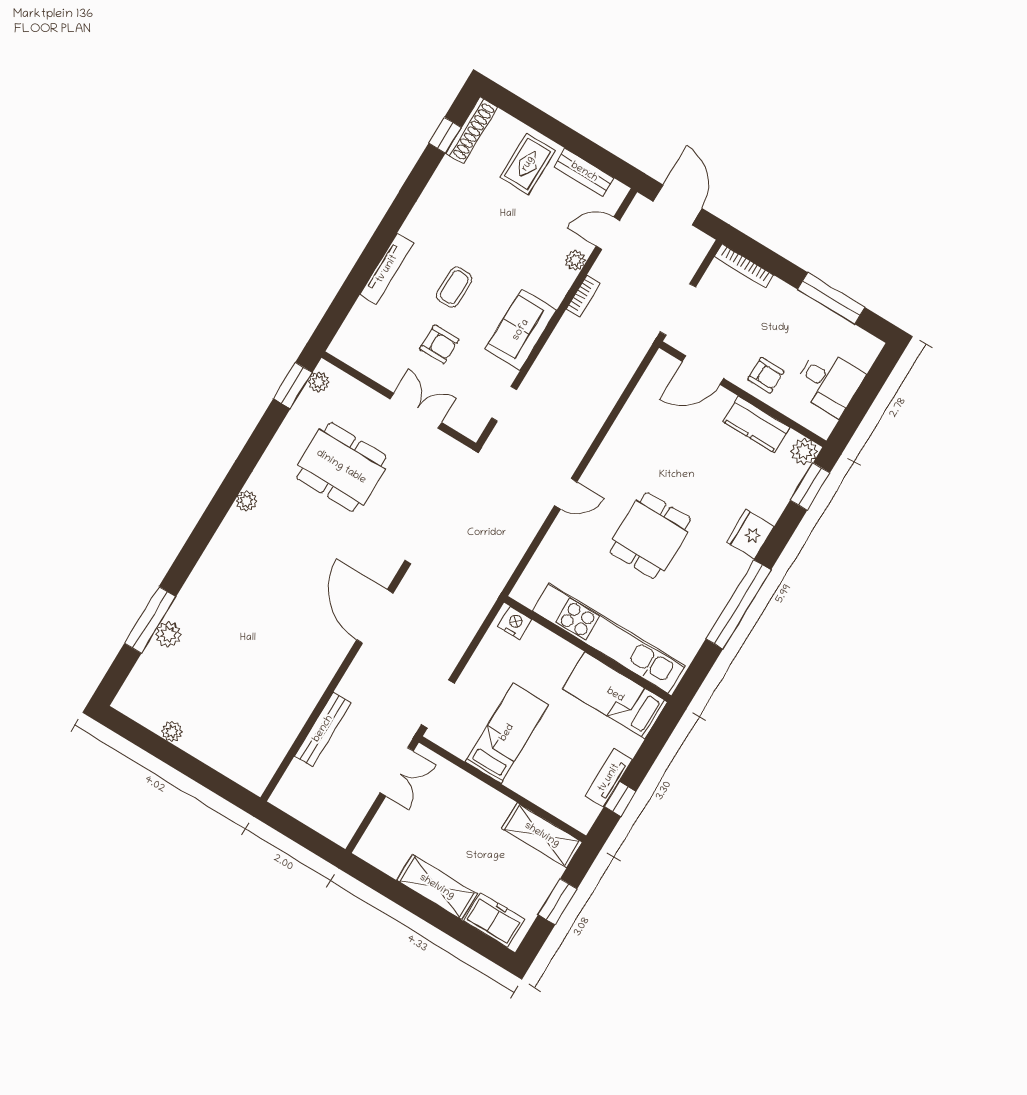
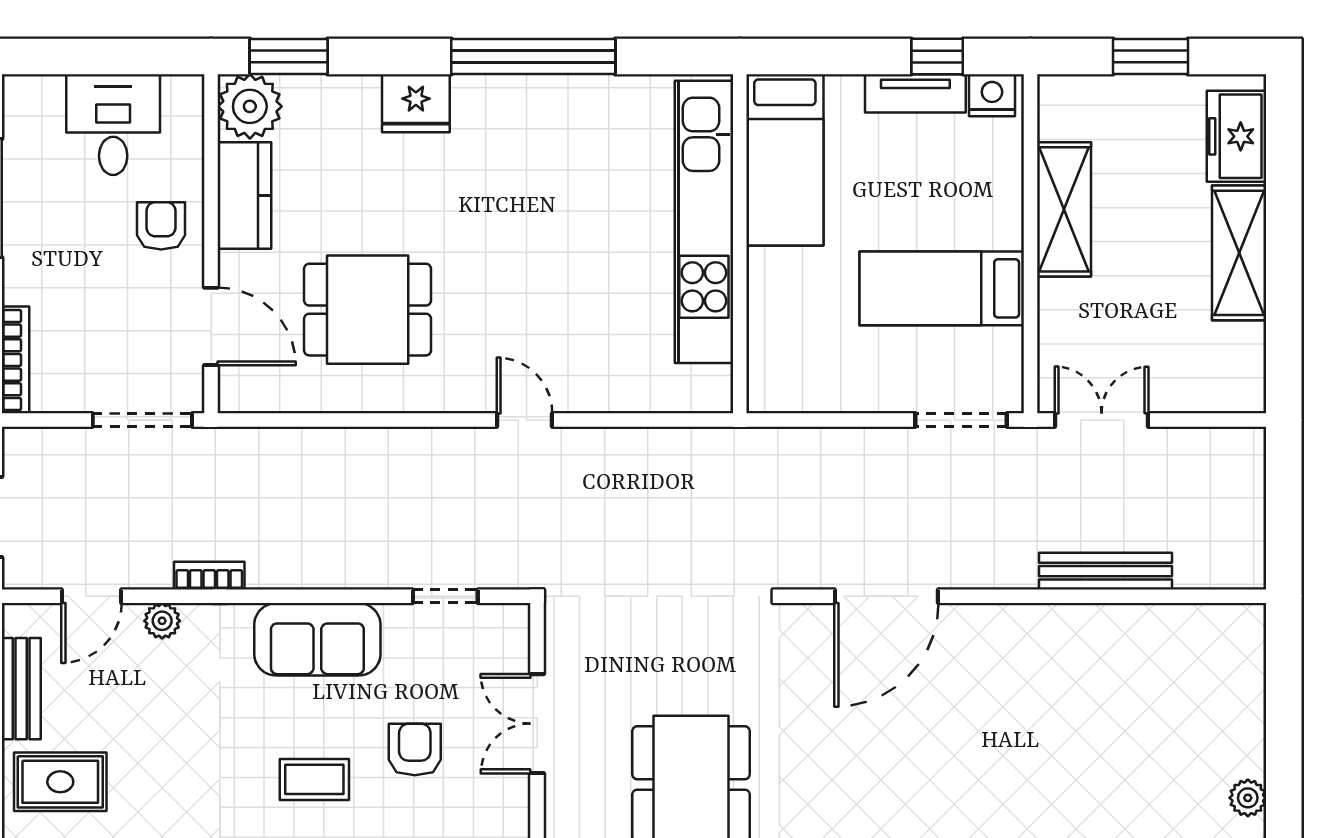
door: (608, 233) -> (91, 596), hinge flipped
plant: (804, 452) -> (250, 106), width x1.36, depth x1.36
dining table: (650, 536) -> (368, 310), moved
nightstand: (515, 623) -> (992, 95), moved, turned 90
shelving: (542, 835) -> (1064, 209), moved

